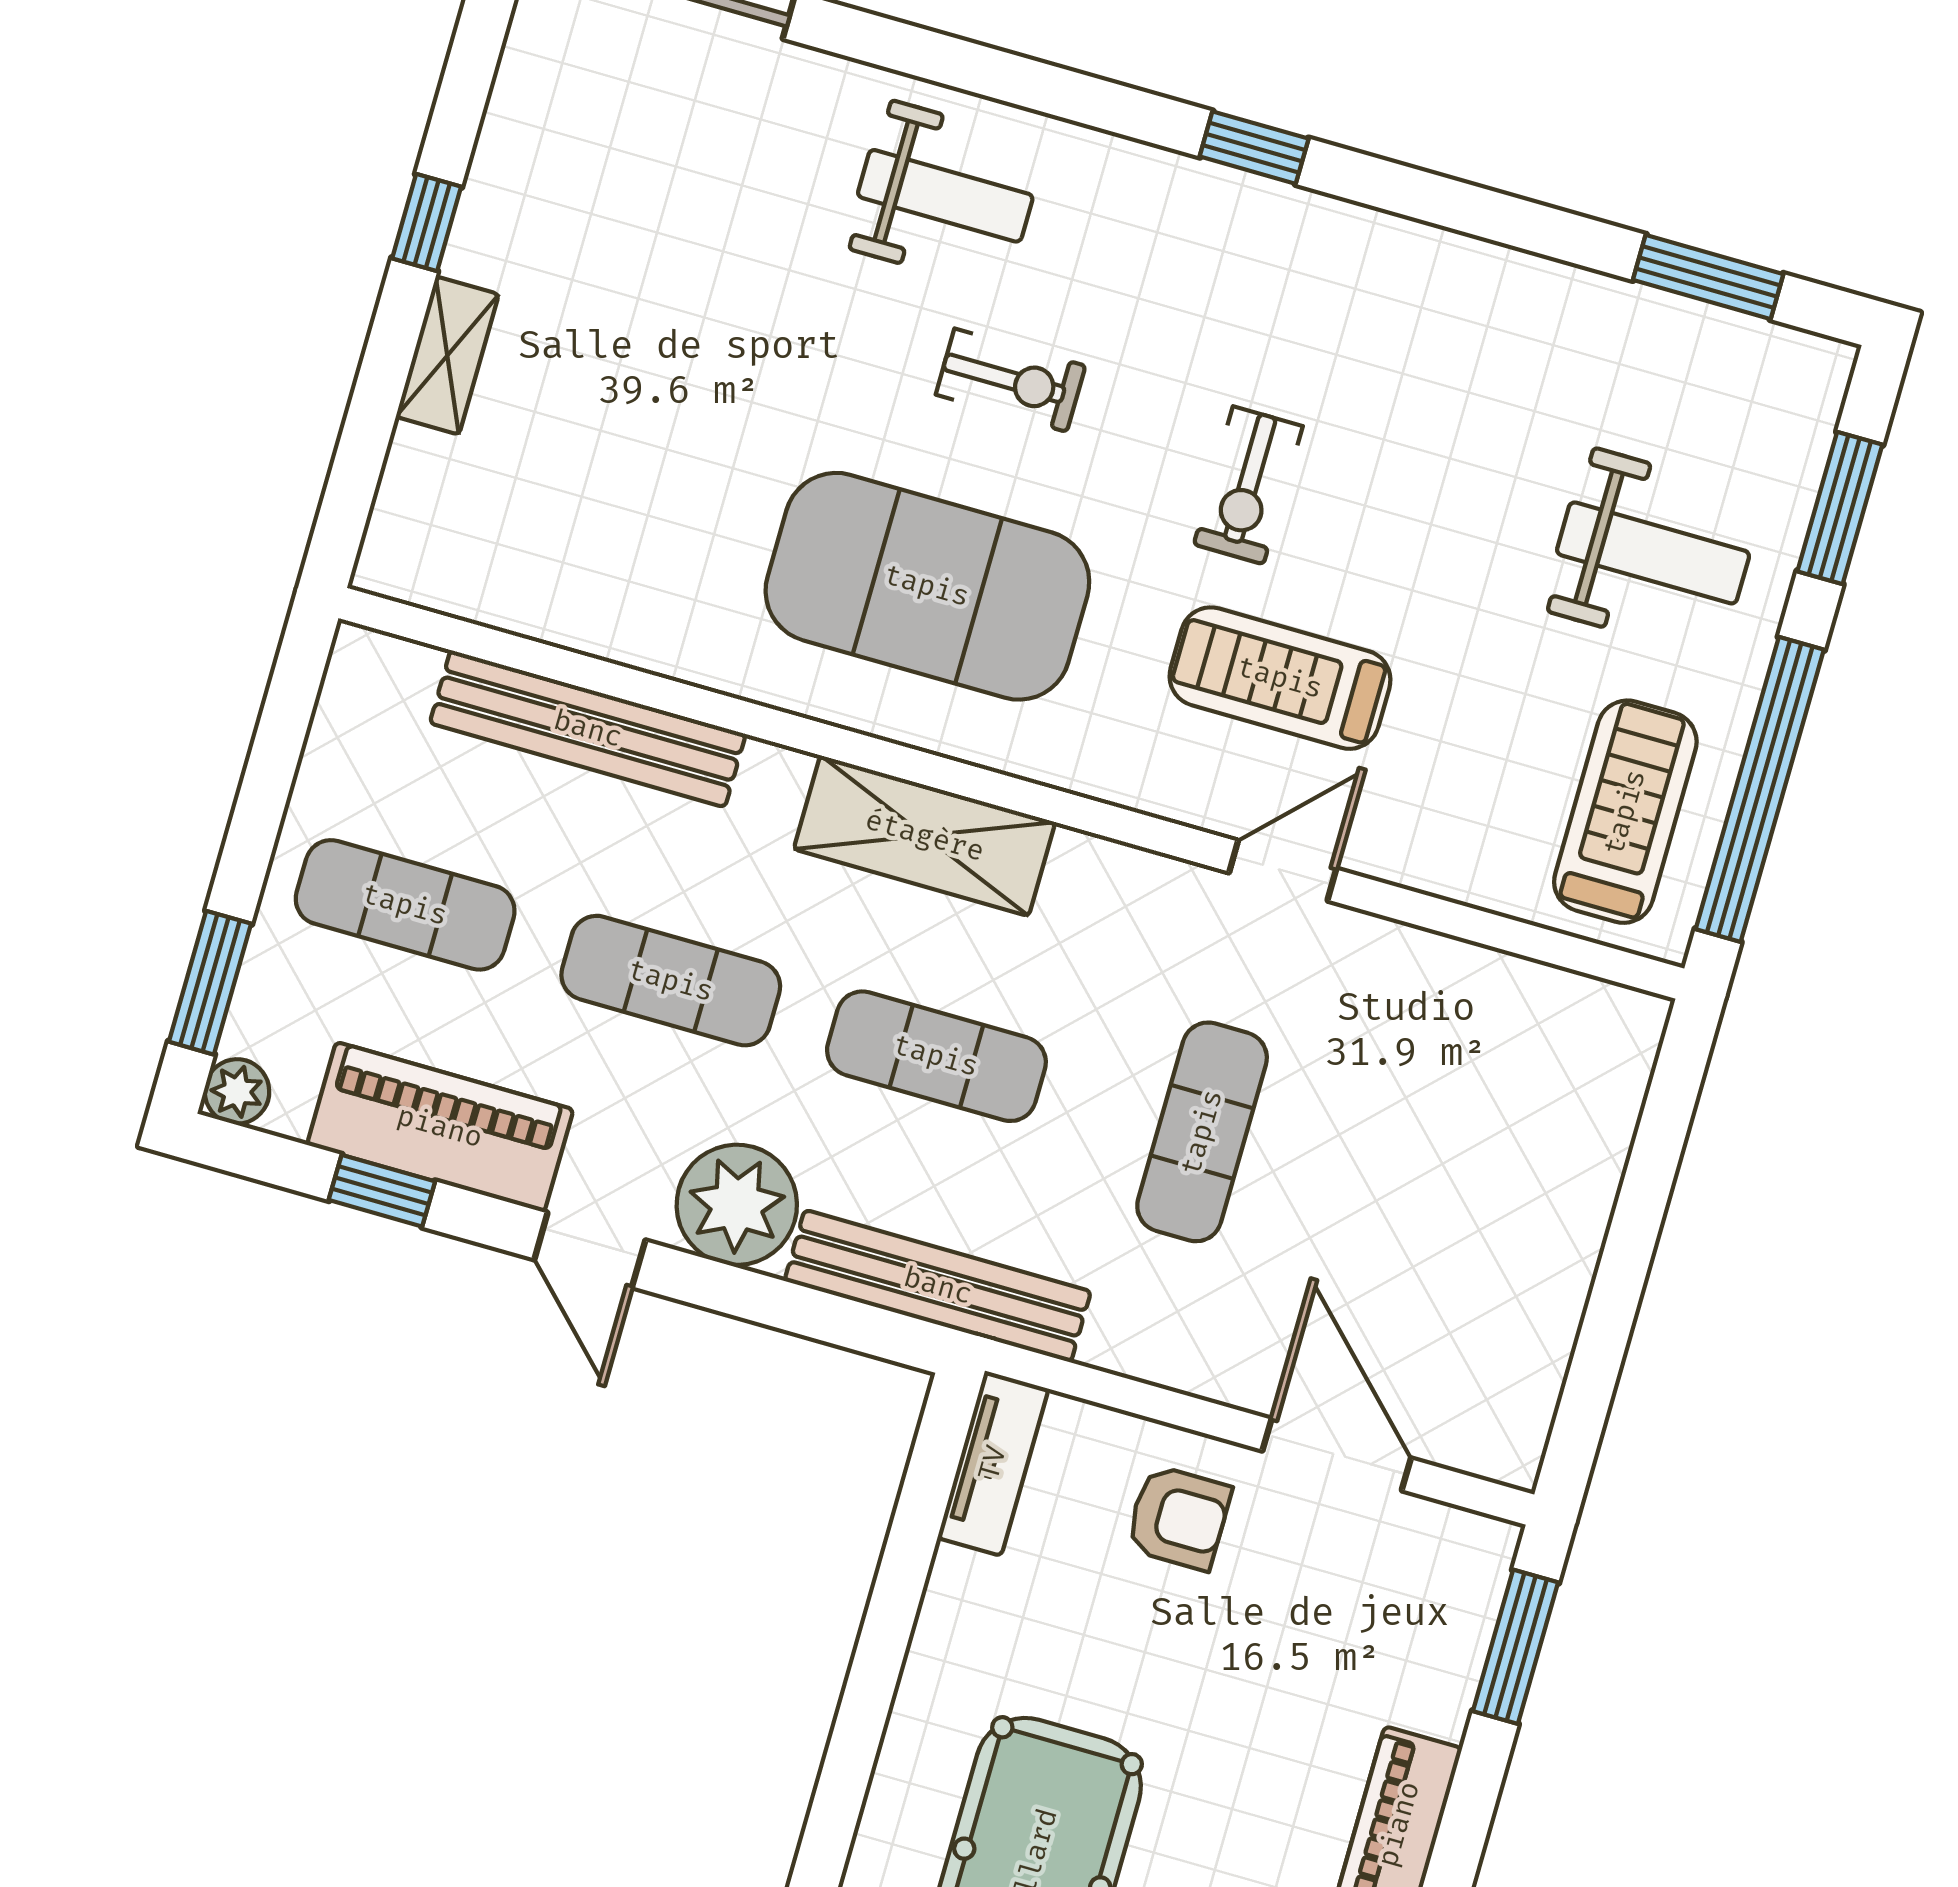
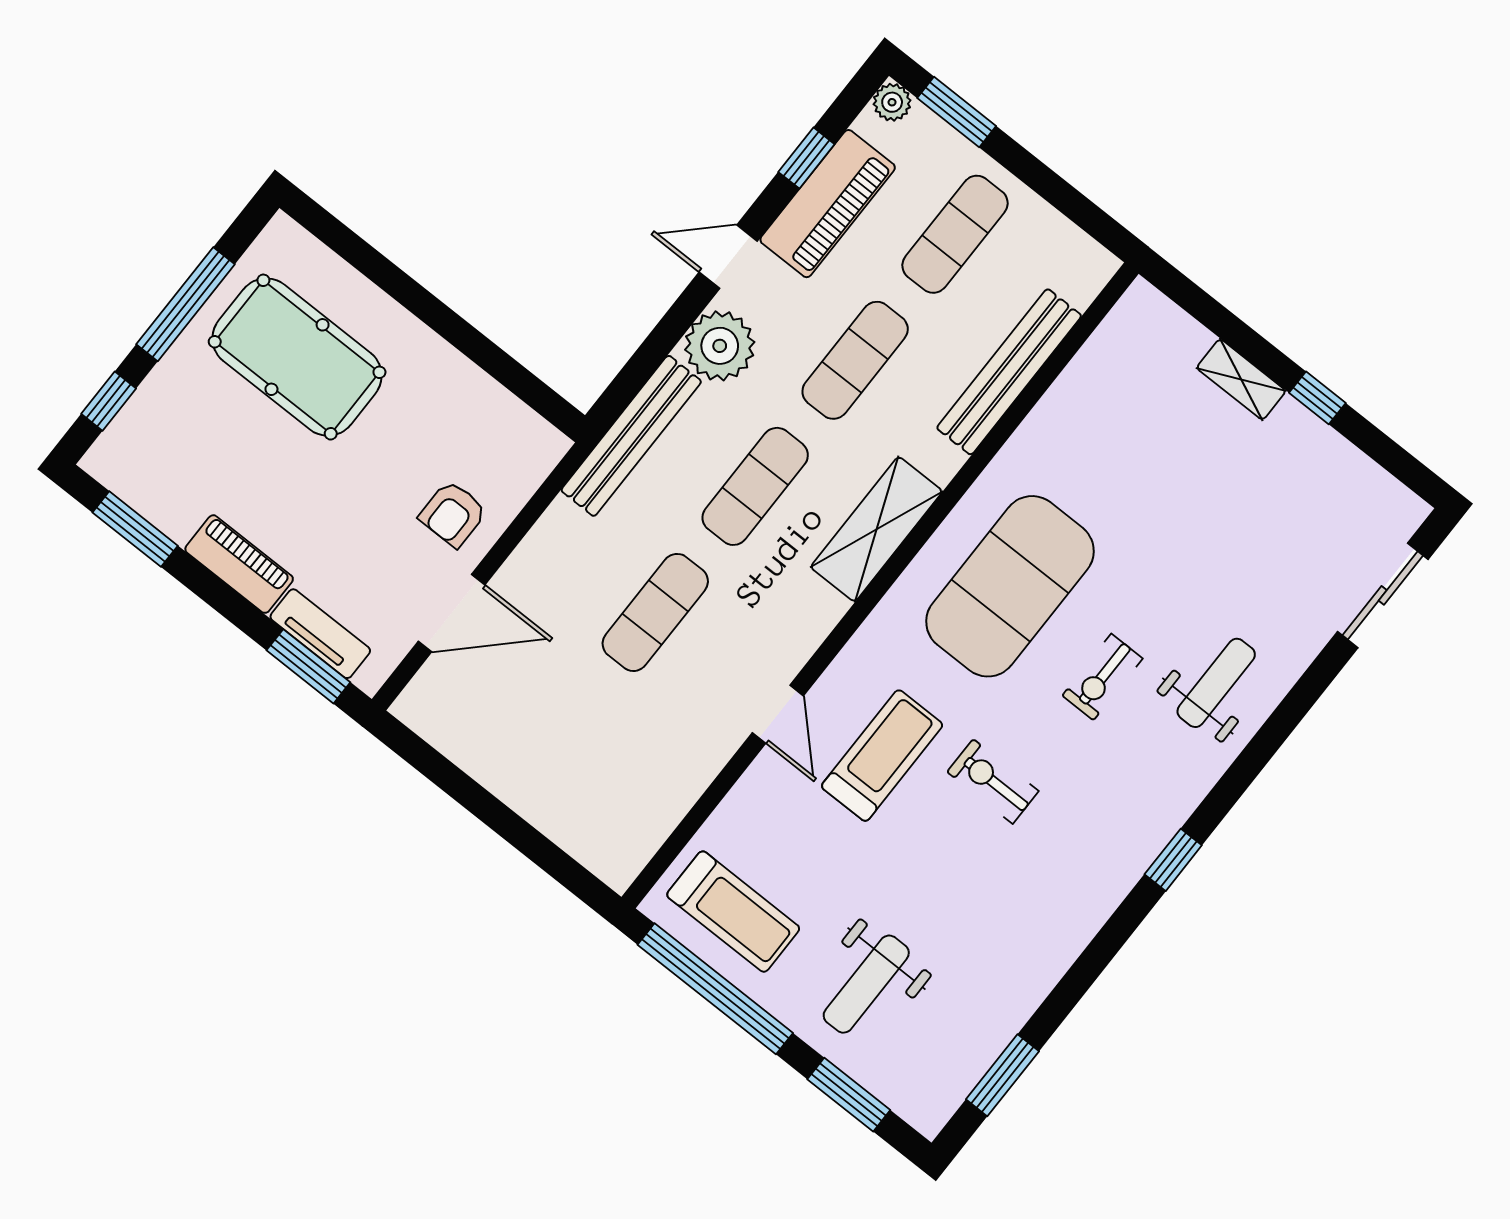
weight bench: (945, 196) -> (1216, 683), turned 180
exercise mat: (1202, 1132) -> (655, 612), turned 90
tv unit: (993, 1463) -> (320, 634), moved, turned 180

